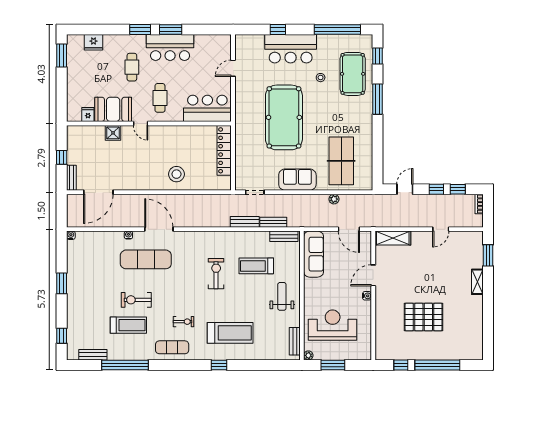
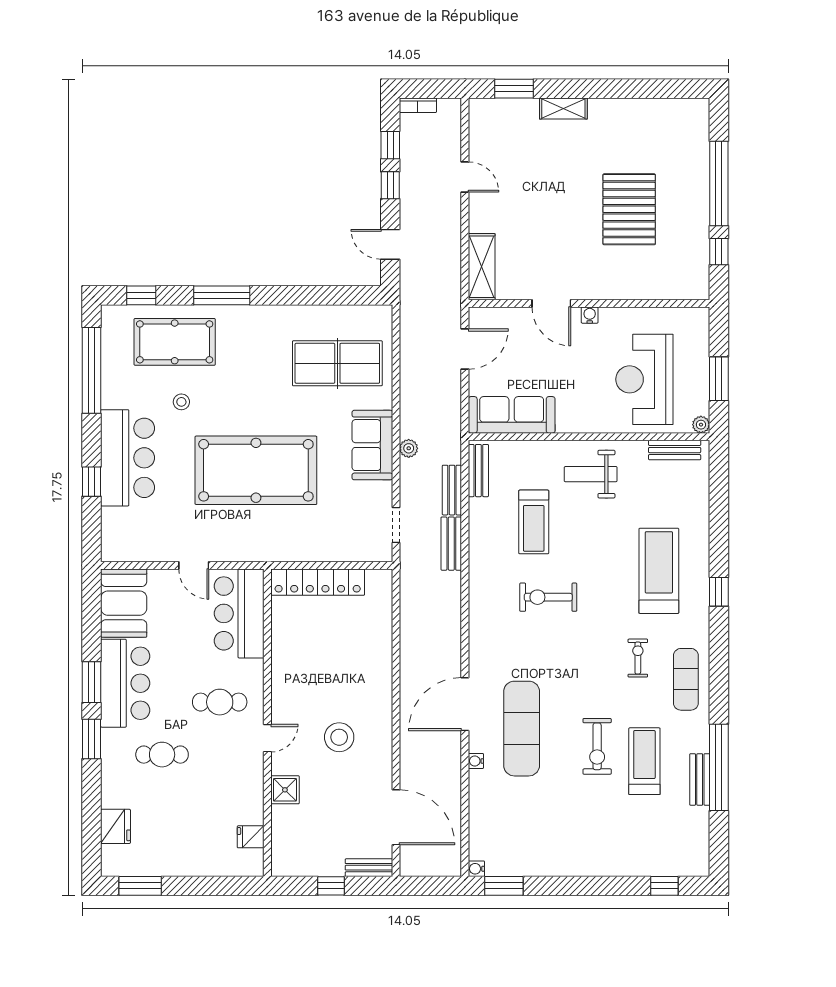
door: (233, 68) -> (194, 565), moved
booth: (113, 109) -> (124, 603), moved
stool: (176, 174) -> (339, 737), moved
plant: (334, 199) -> (409, 448), moved
window: (62, 283) -> (504, 886), moved
bench: (93, 355) -> (700, 779), moved

